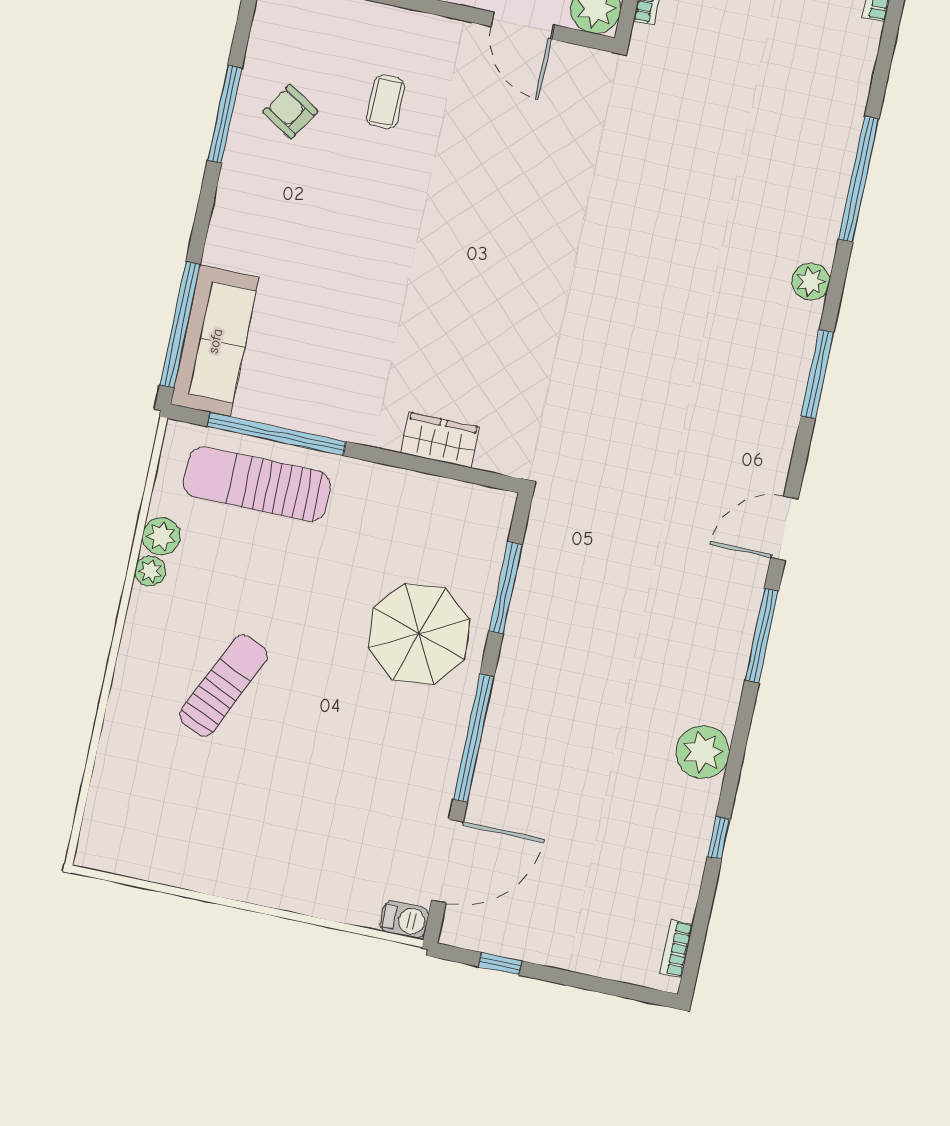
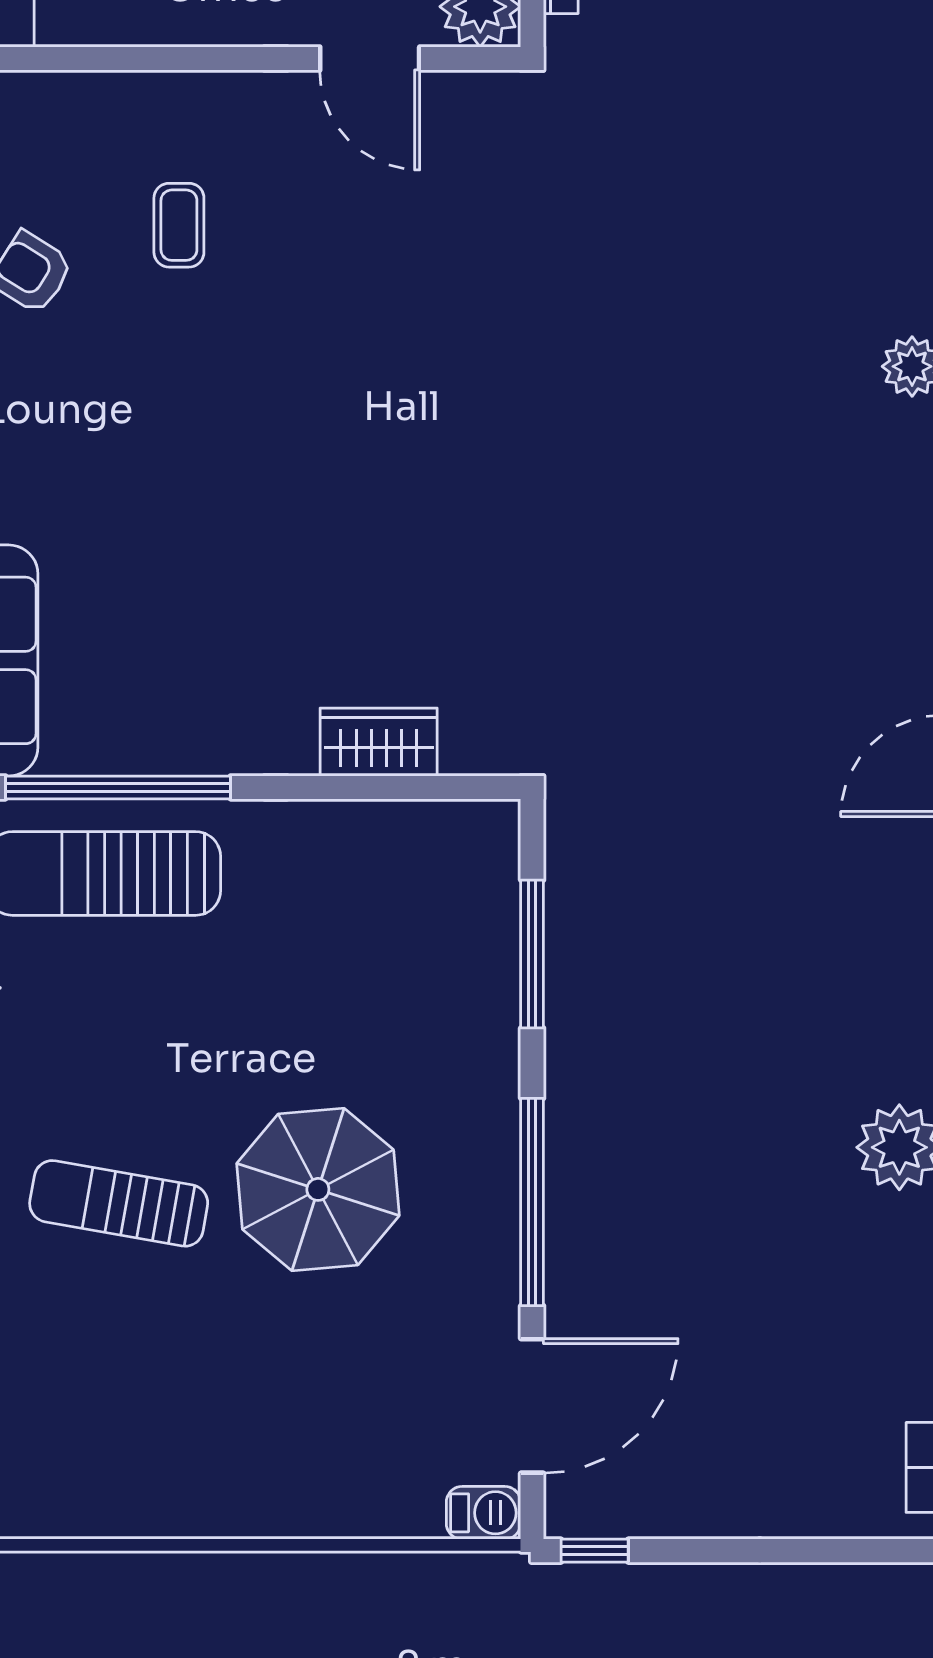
parasol: (419, 634) -> (318, 1189), moved
sun lounger: (224, 686) -> (119, 1203), turned -105
window: (500, 964) -> (595, 1551), moved

